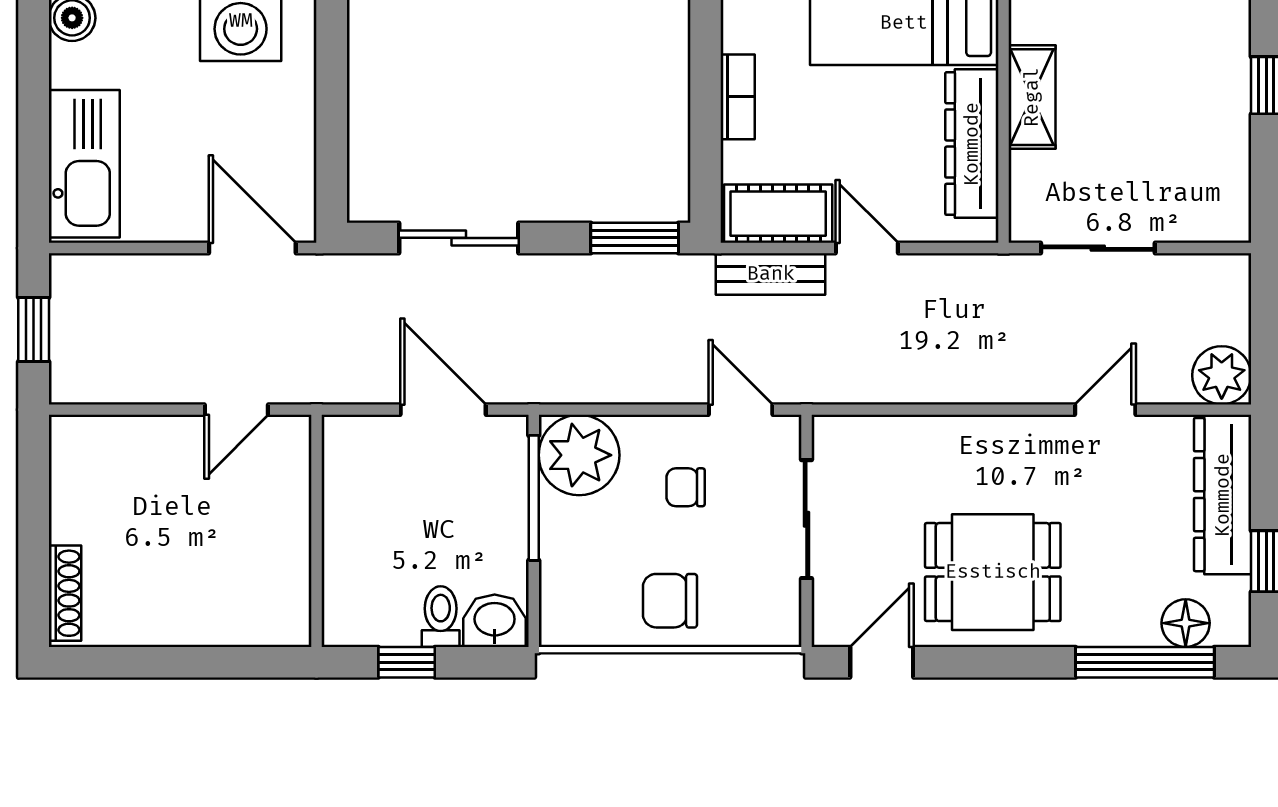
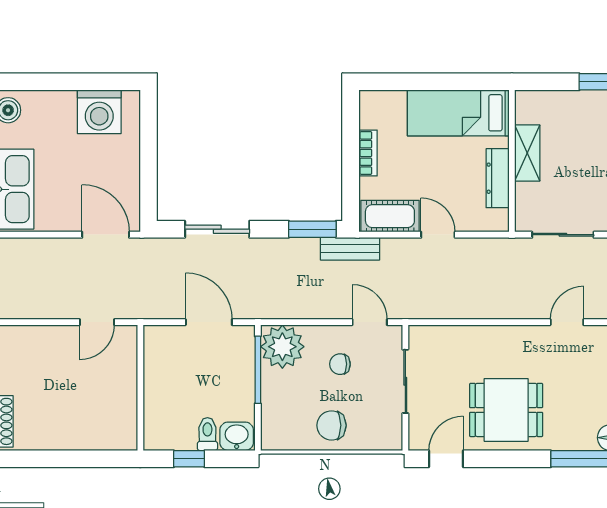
dresser: (972, 144) -> (498, 178), width x0.73, depth x0.80
bench: (771, 274) -> (350, 249), moved

